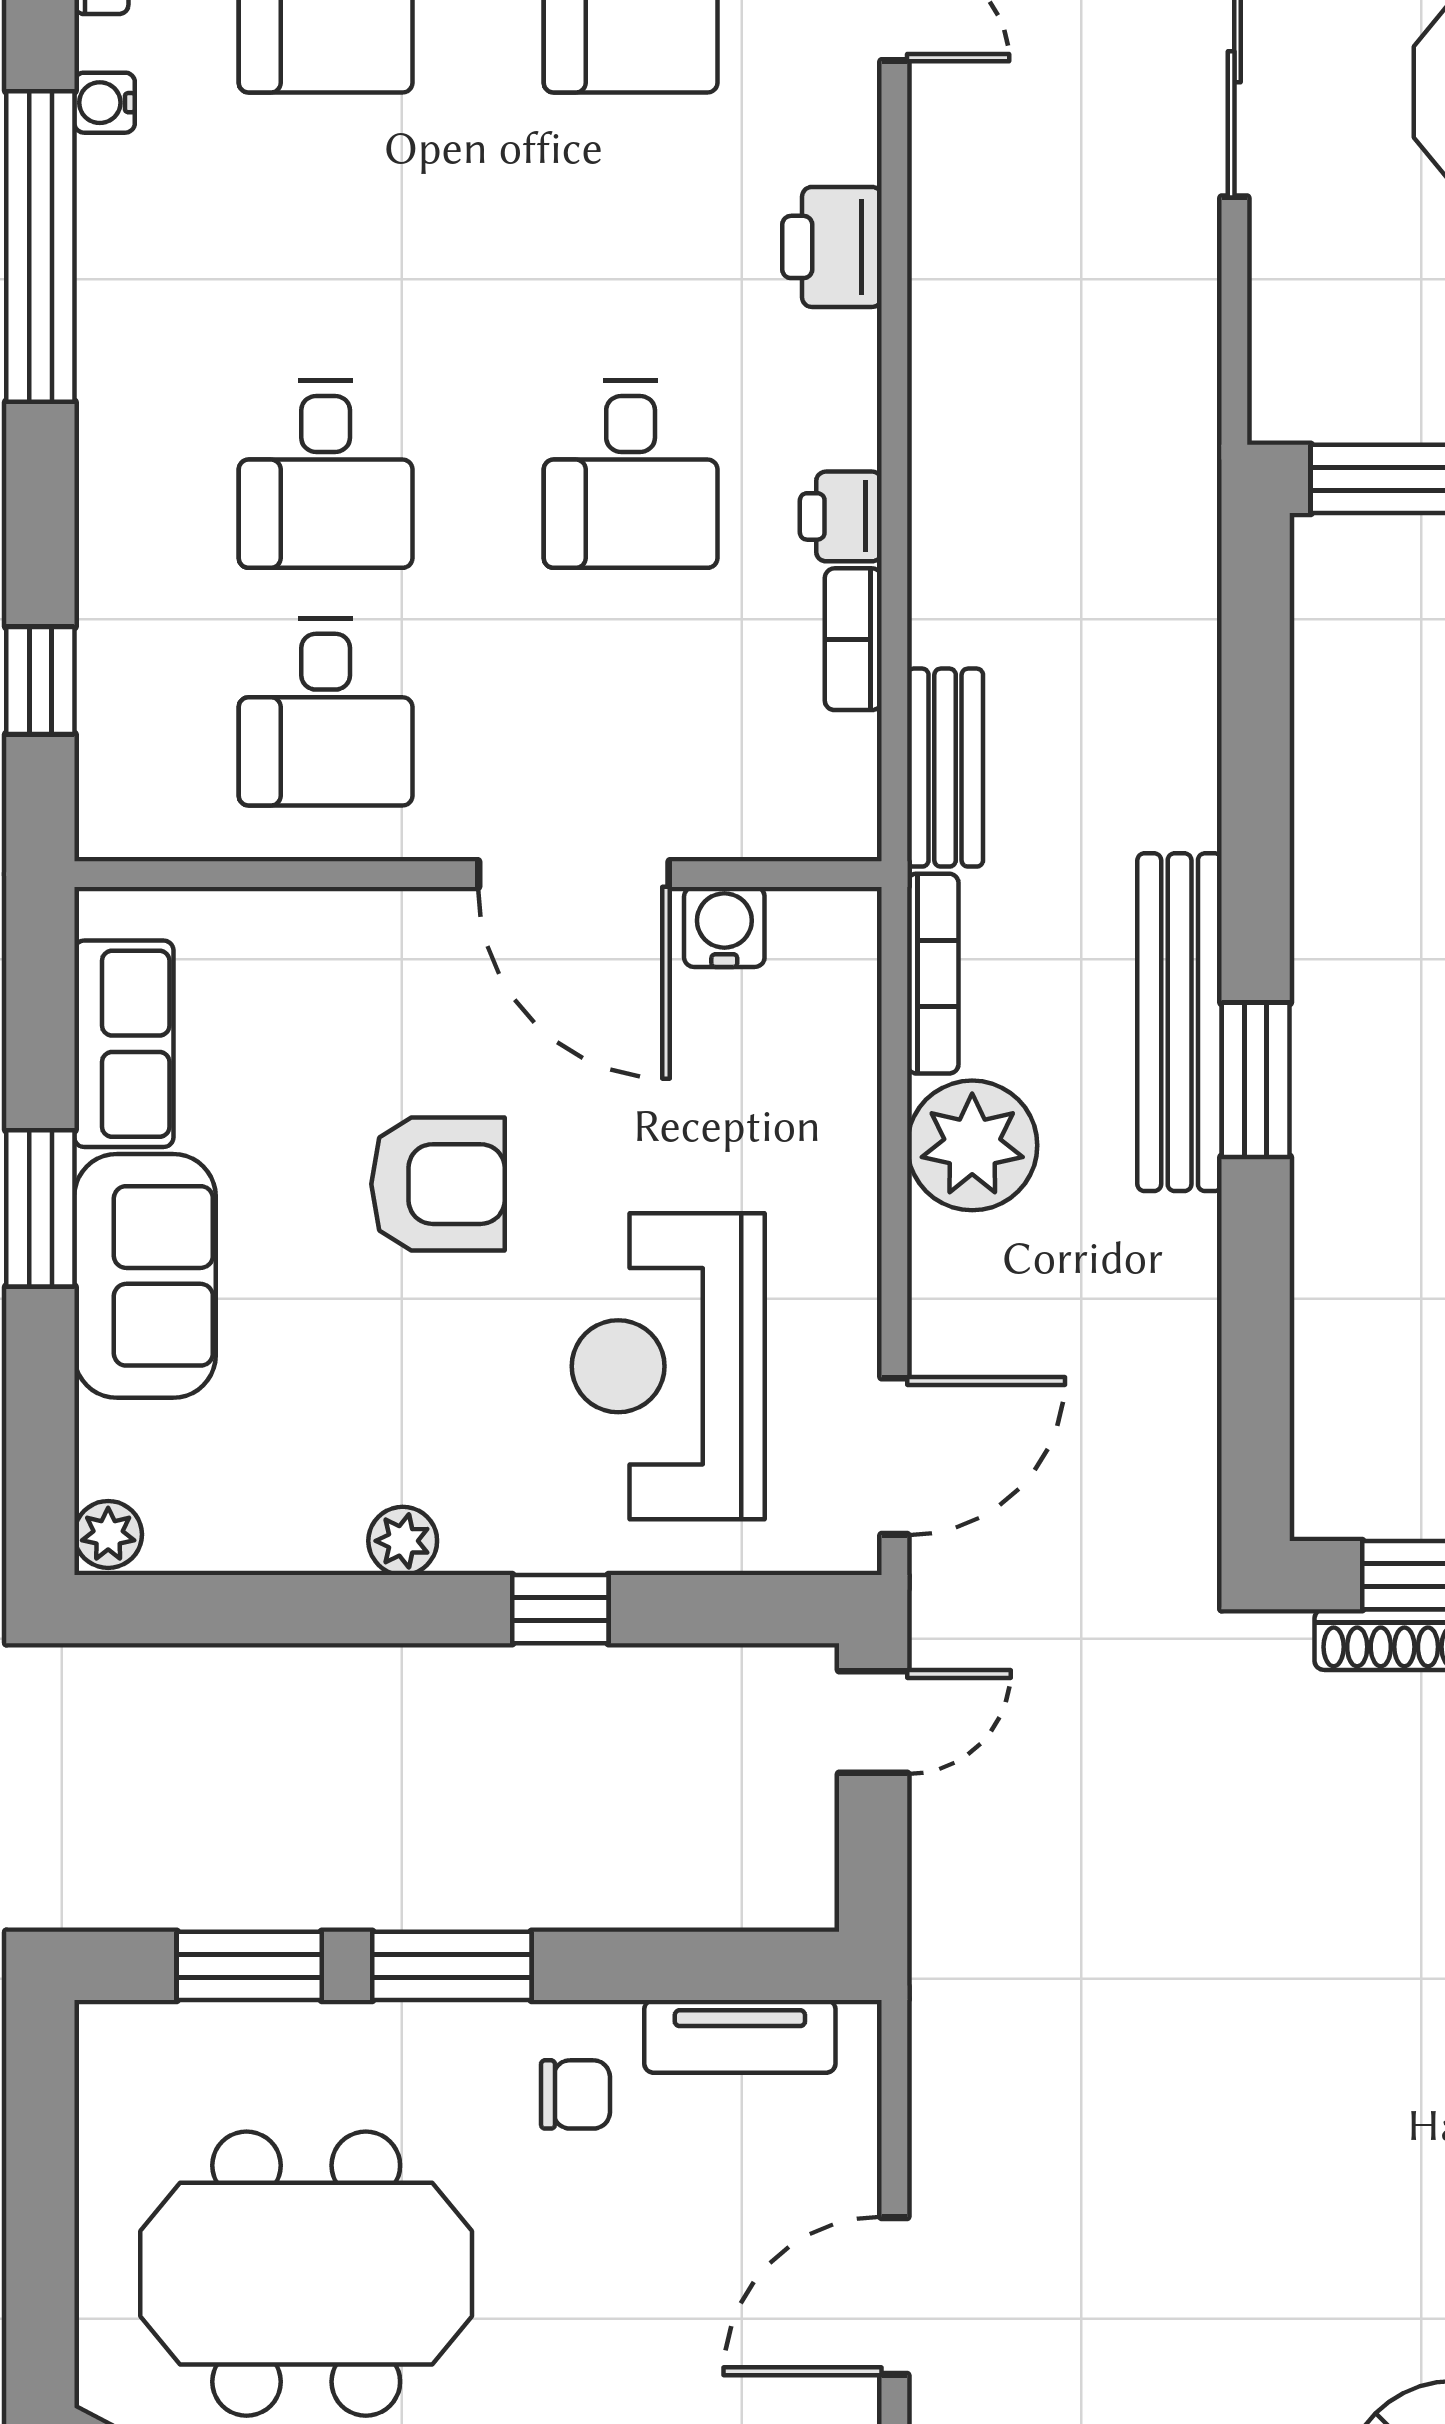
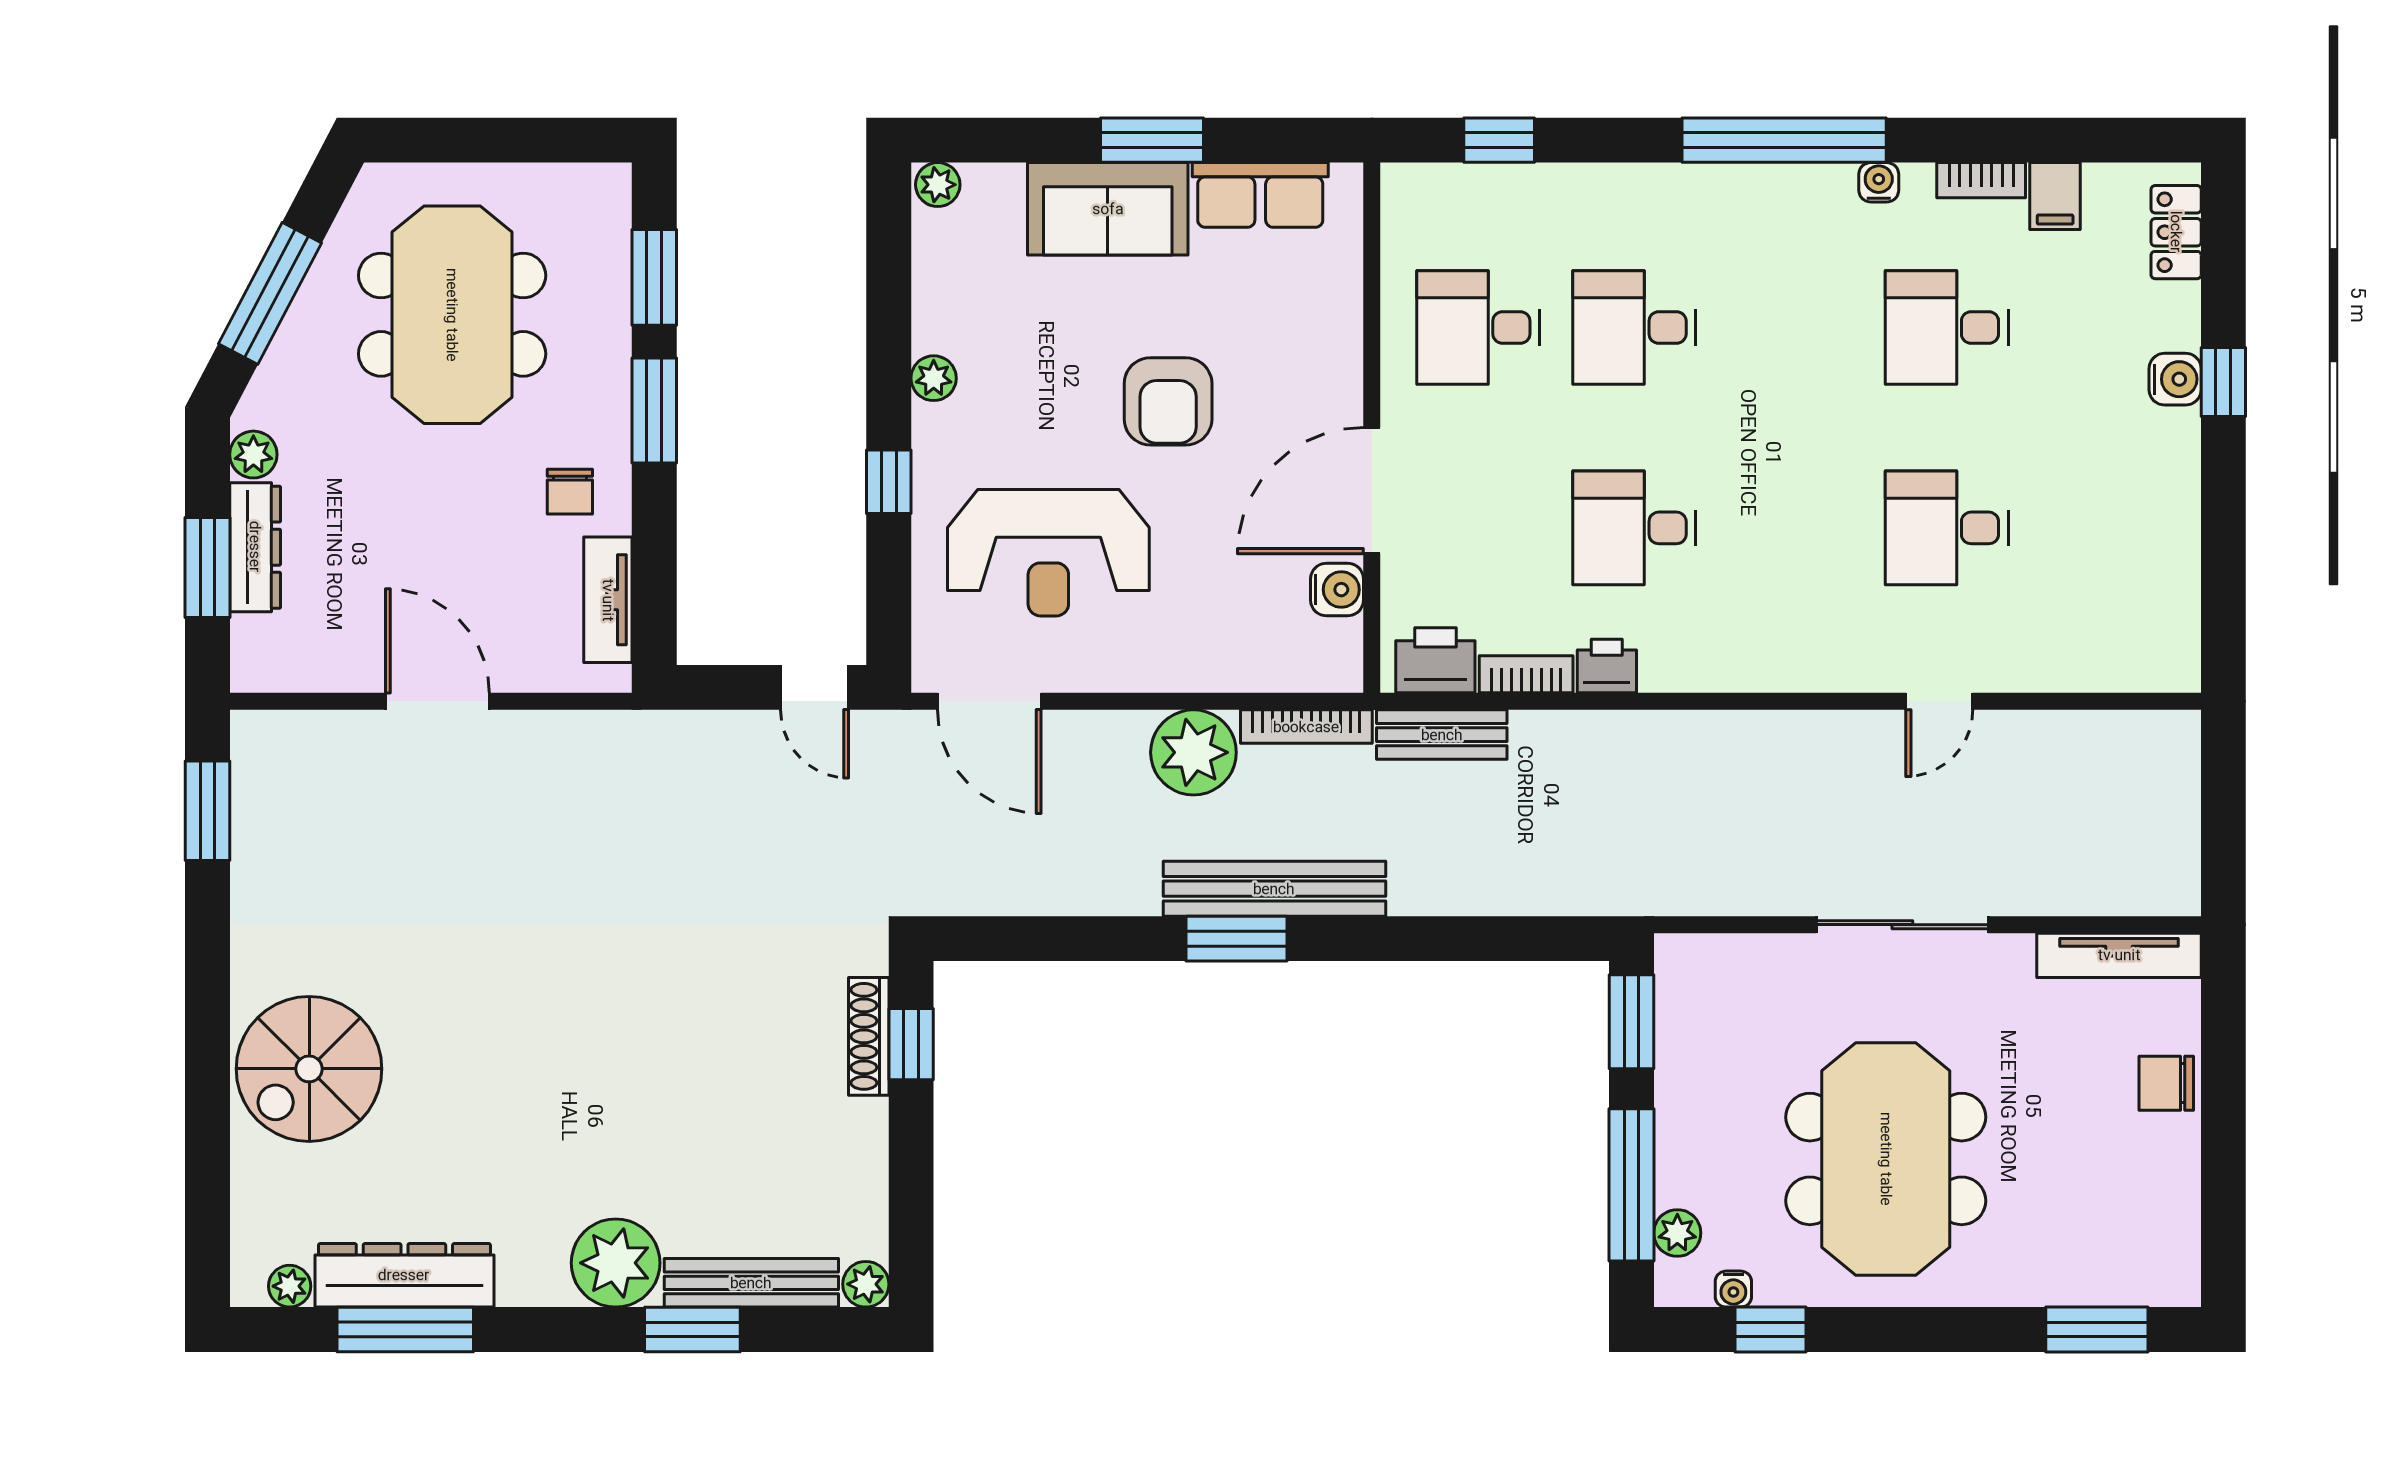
printer: (832, 247) -> (1435, 660), moved
reception desk: (668, 1366) -> (1048, 553), turned 180

